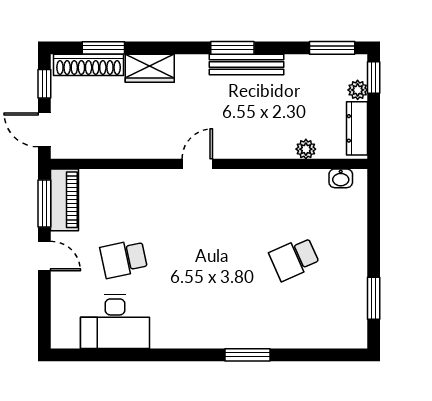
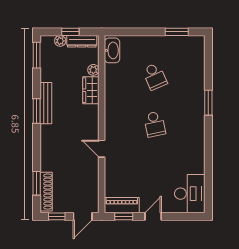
wardrobe: (150, 68) -> (91, 90), moved, turned 180
window: (374, 78) -> (70, 32), moved
door: (197, 164) -> (102, 149), moved
washbasin: (341, 178) -> (112, 50), width x1.91, depth x1.45
window: (44, 203) -> (124, 216), width x0.67
school desk: (124, 259) -> (155, 124), moved
desk: (115, 322) -> (190, 194), moved

